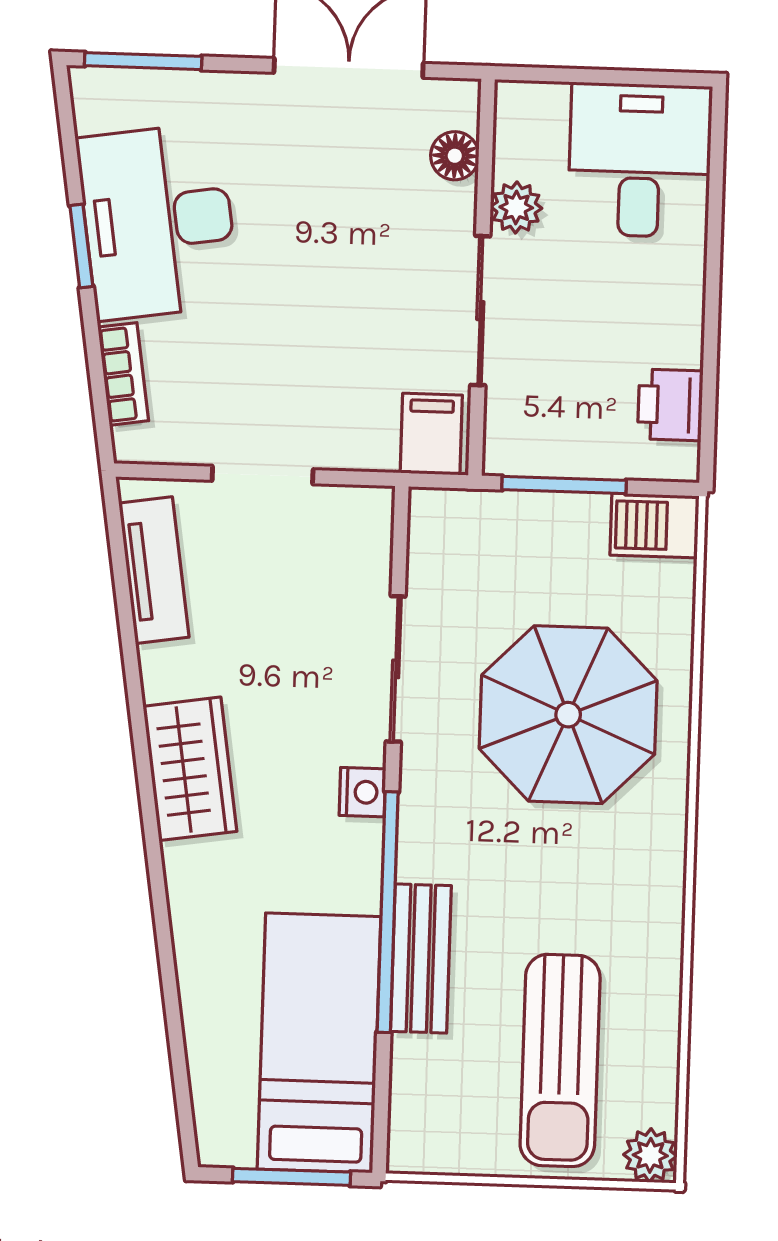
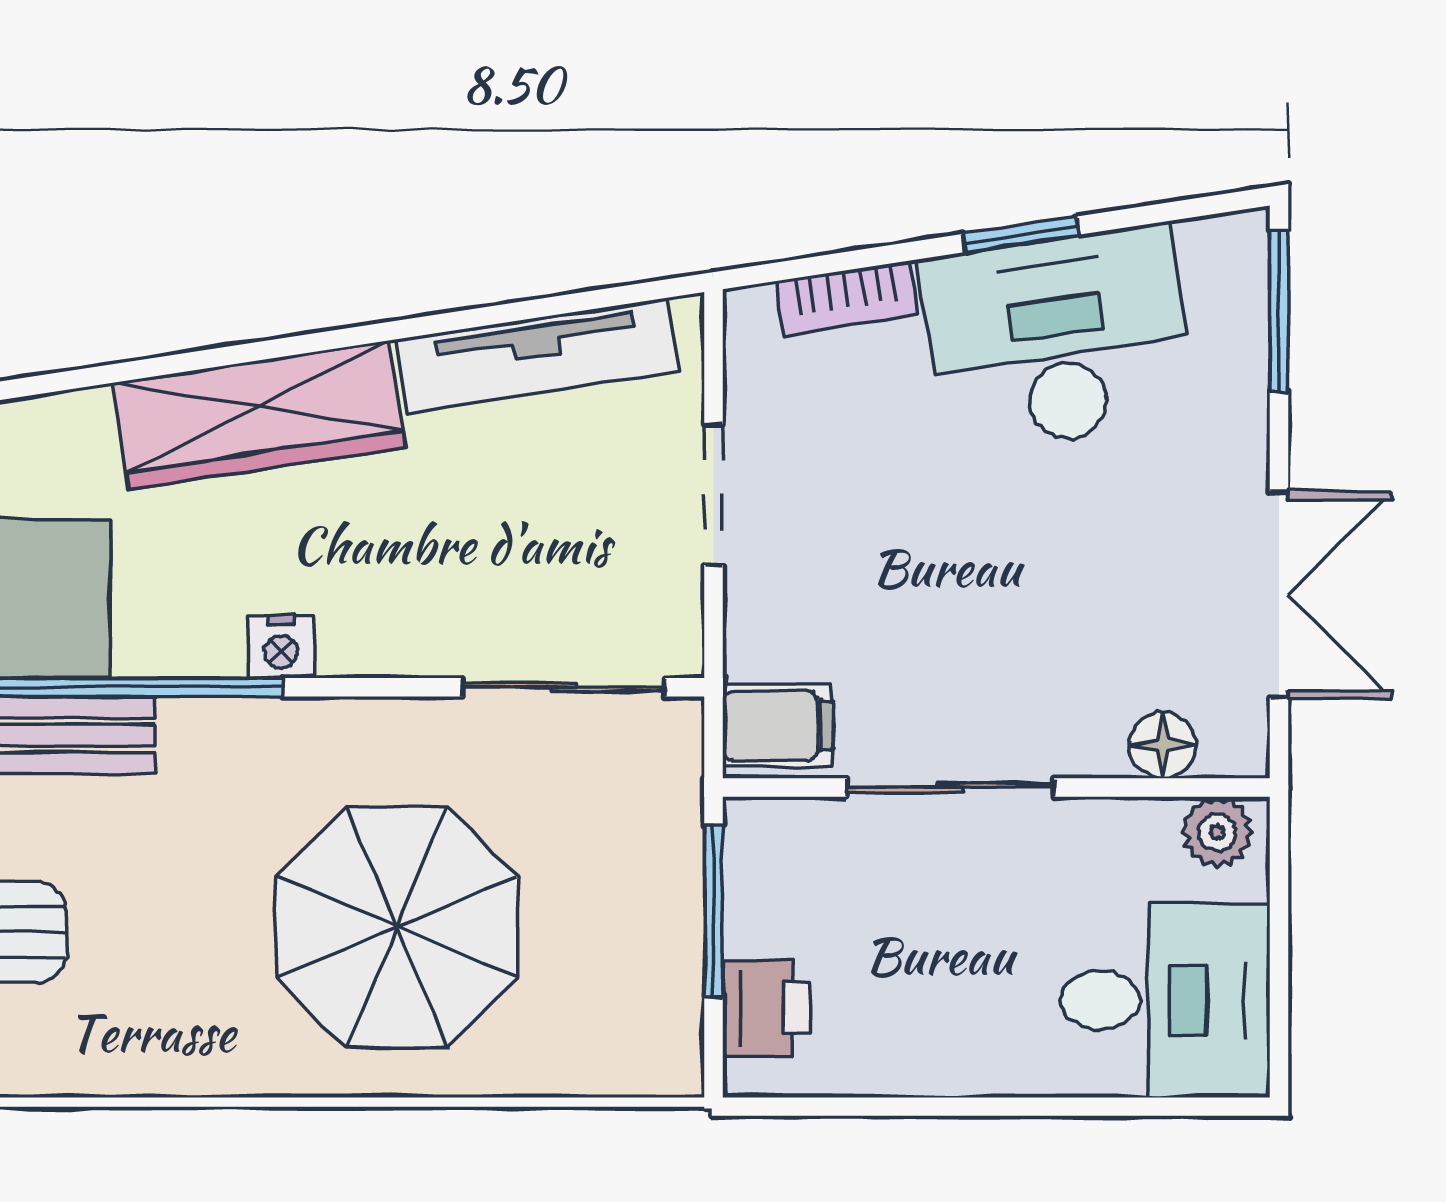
plant: (516, 207) -> (1217, 832), moved
printer: (670, 405) -> (767, 1008), moved, turned 90
barbecue: (654, 526) -> (662, 1037), removed
tv unit: (154, 570) -> (538, 355), width x1.41
sliding door: (396, 669) -> (564, 687), moved
wardrobe: (190, 769) -> (259, 415), width x1.50

